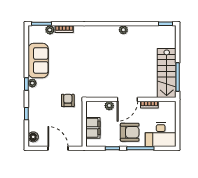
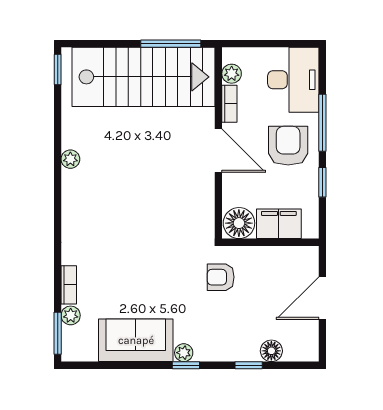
stairs: (167, 73) -> (143, 77), width x1.36, depth x1.51
plant: (109, 106) -> (232, 74), moved
floor lamp: (93, 109) -> (239, 223), added
floor lamp: (33, 137) -> (271, 351), moved

